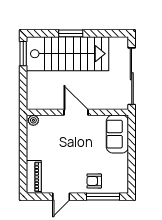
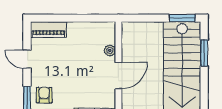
window: (71, 33) -> (204, 53), moved
plant: (33, 120) -> (110, 50), moved

